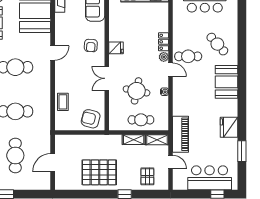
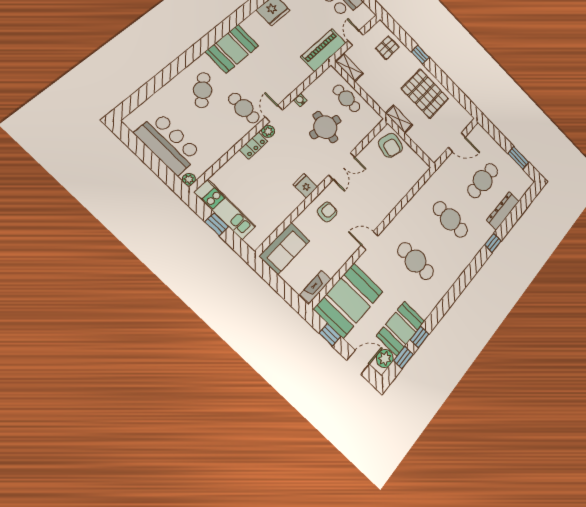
coffee table: (63, 102) -> (401, 185), removed
shelving: (134, 140) -> (399, 119), moved

